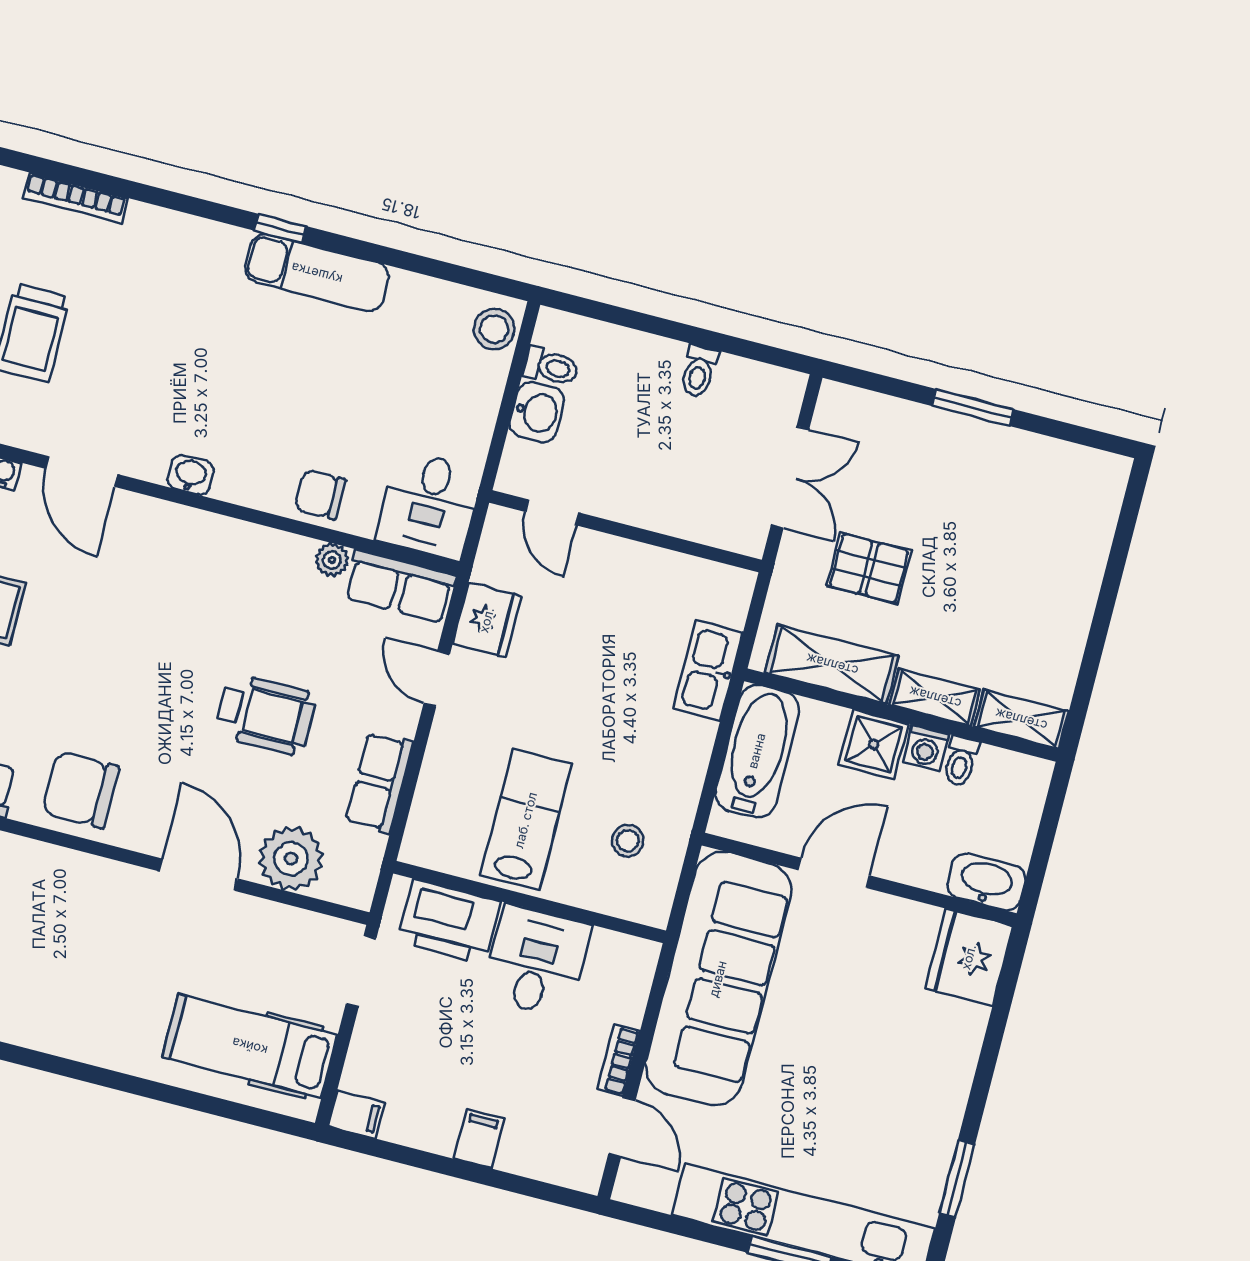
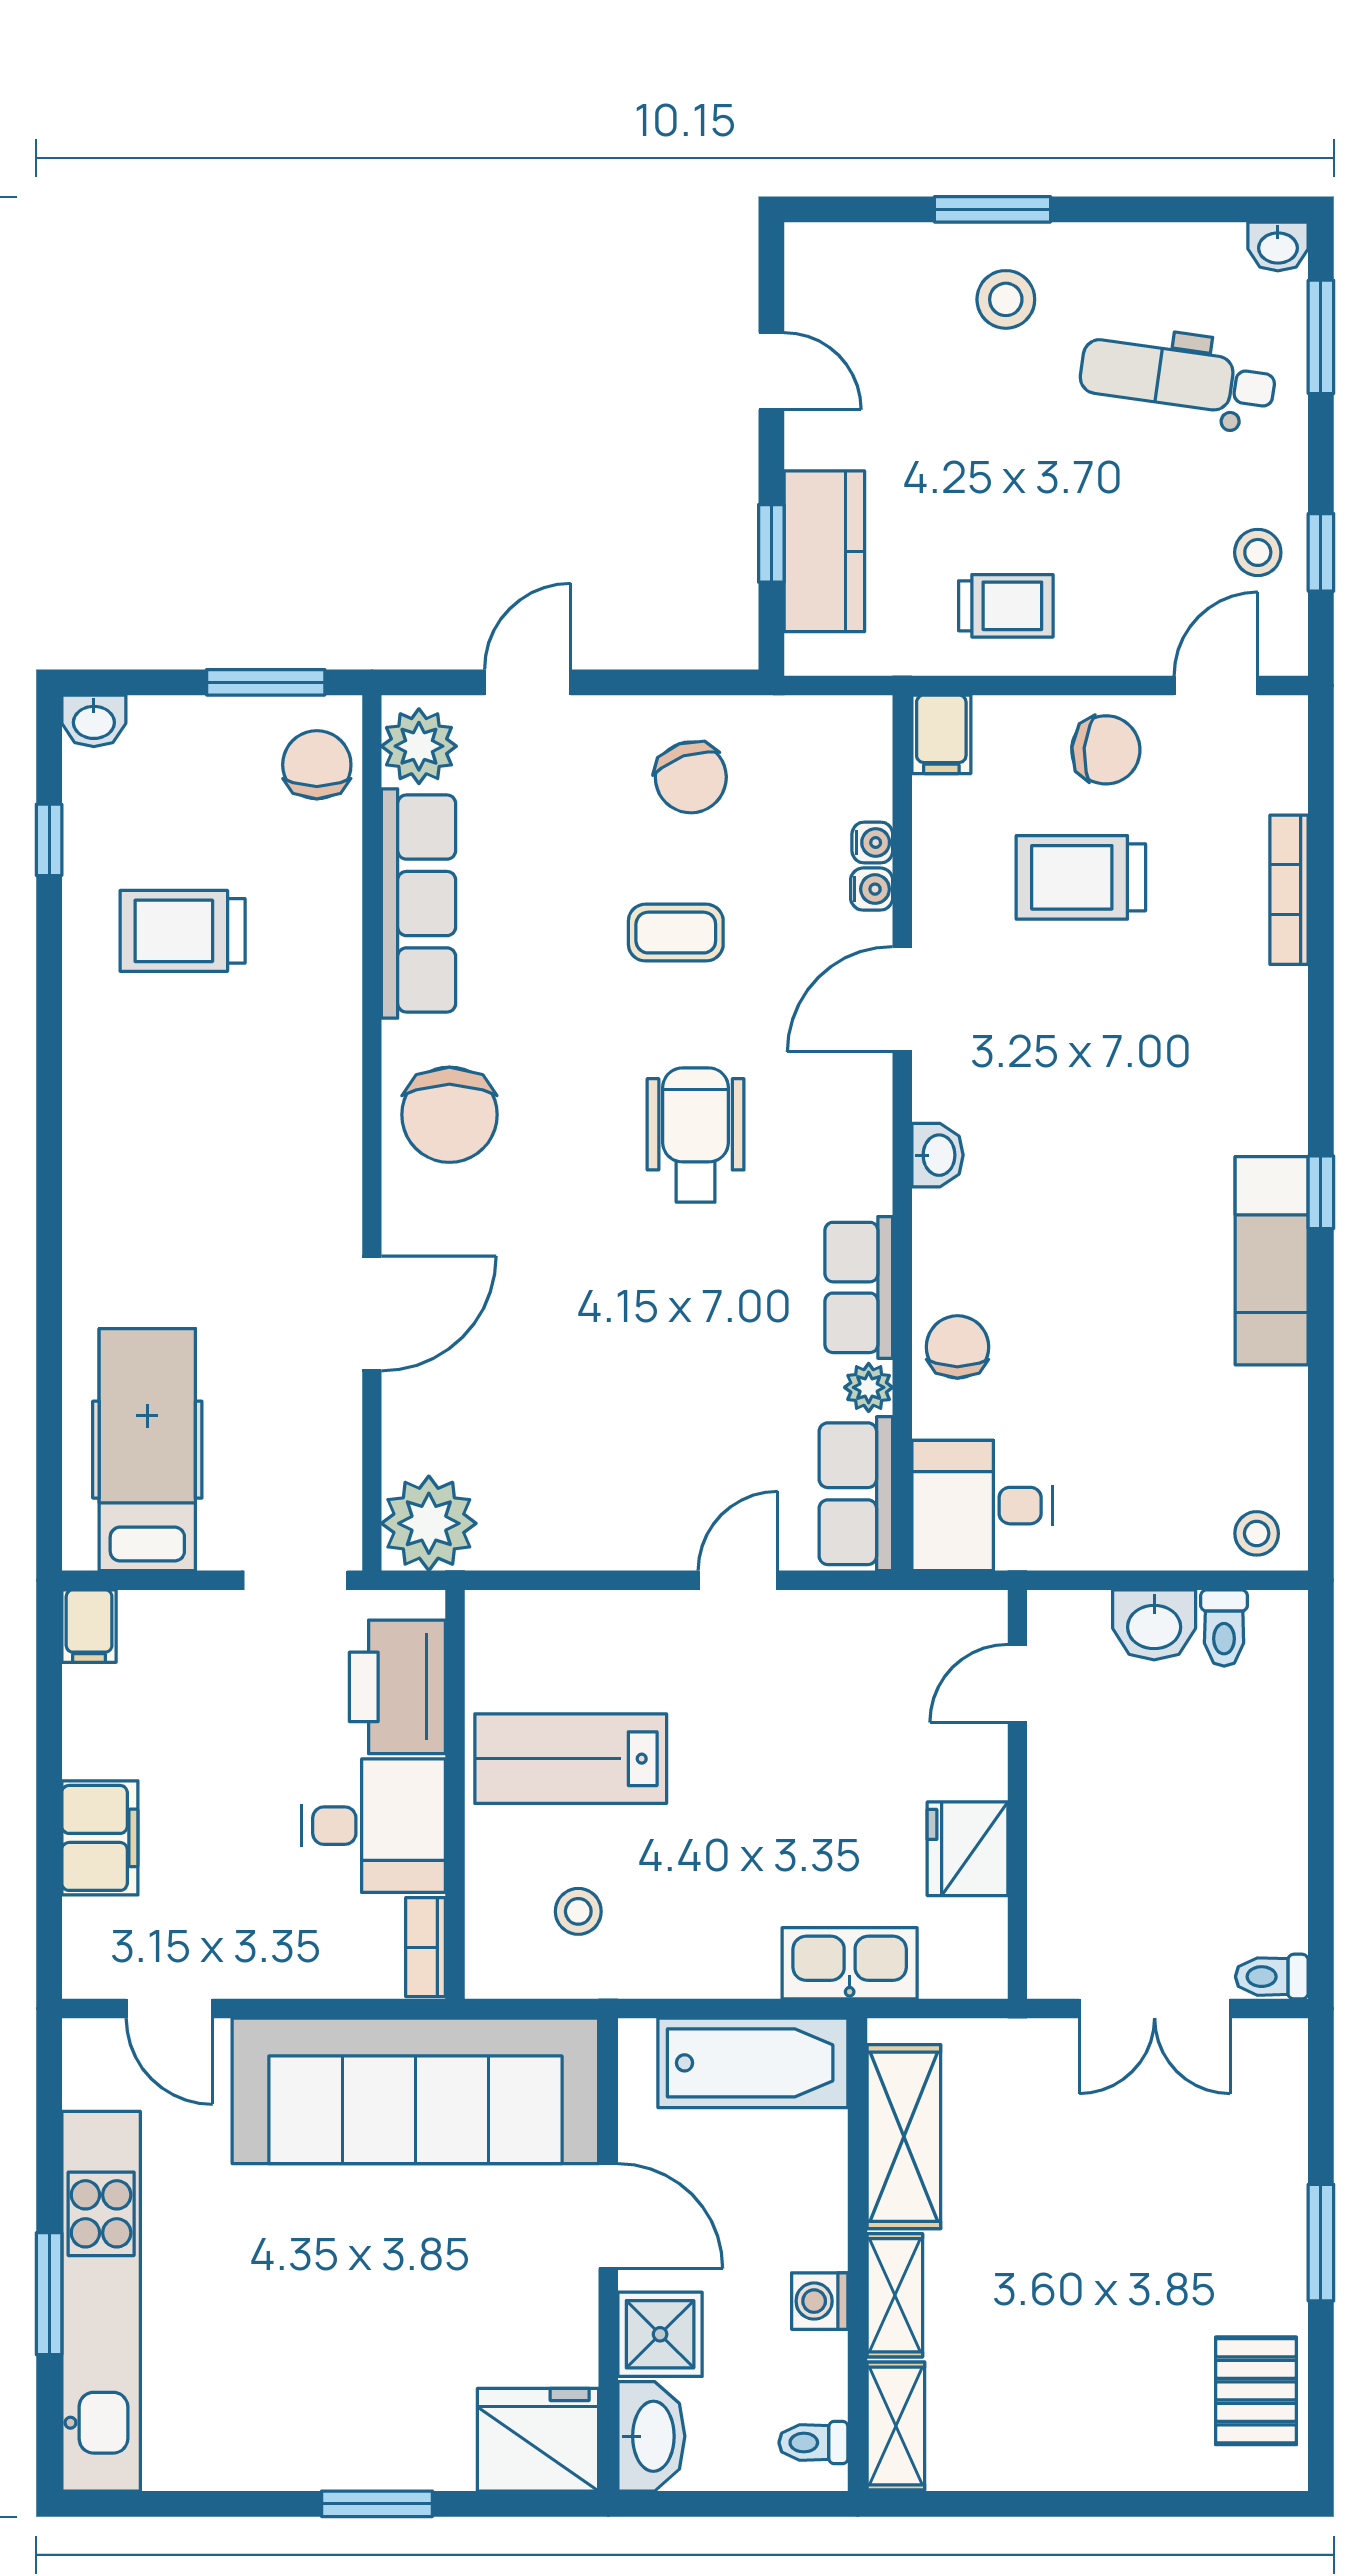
stool: (494, 329) -> (1257, 1533), width x0.73, depth x0.73
toilet: (699, 371) -> (1272, 1977), moved
pallet: (869, 568) -> (1256, 2391), moved
fridge: (487, 620) -> (967, 1849), moved, turned 90
wheelchair: (266, 714) -> (696, 1135), moved, turned 180
shower: (874, 744) -> (660, 2334), moved
toilet: (961, 761) -> (813, 2443), moved
row of seats: (379, 782) -> (859, 1287), moved, turned -90
chair: (81, 790) -> (449, 1115), turned 180
lab bench: (526, 820) -> (571, 1759), turned 180
plant: (291, 859) -> (429, 1523), moved
bookcase: (619, 1060) -> (426, 1947), moved, turned -90
door: (622, 1127) -> (169, 2008), hinge flipped
filing cabinet: (479, 1139) -> (100, 1838), width x2.00
window: (957, 1179) -> (377, 2504), moved

